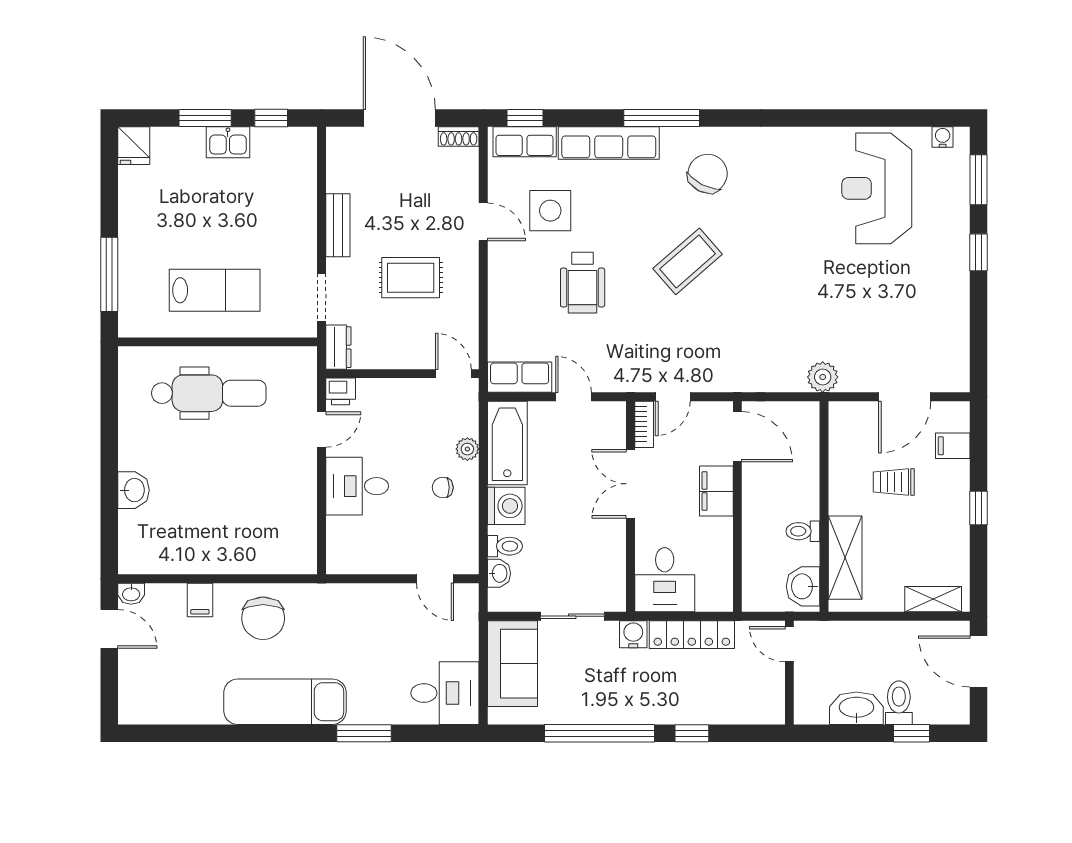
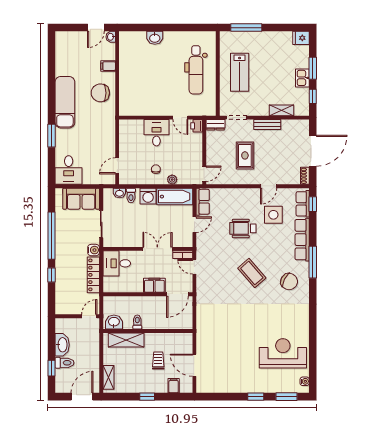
shelving: (304, 192) -> (281, 110), added
plant: (823, 377) -> (203, 330), removed

